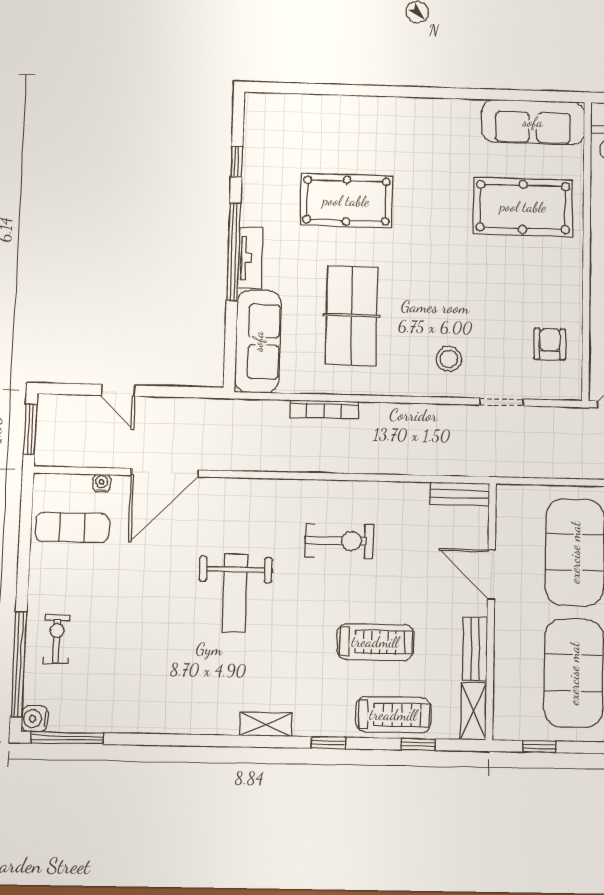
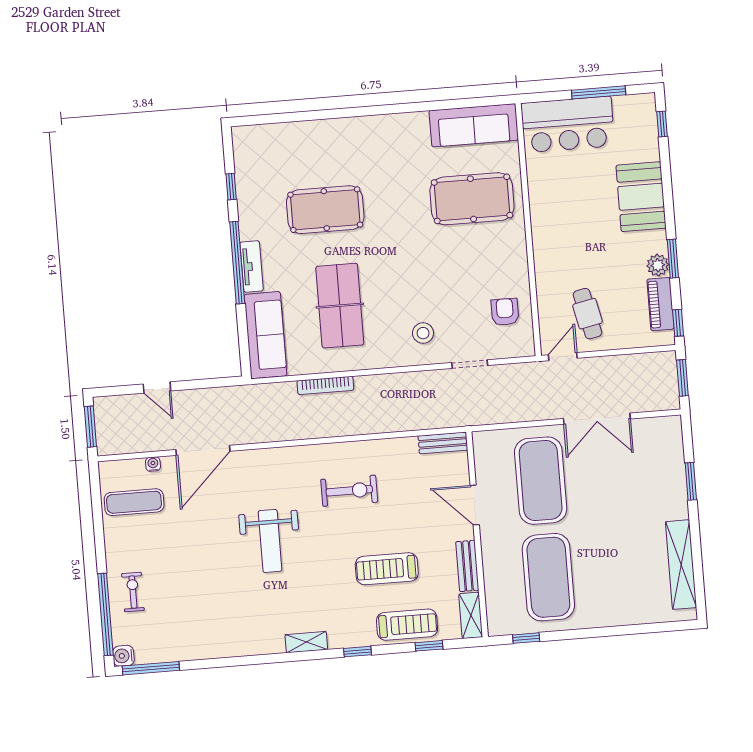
treadmill: (375, 642) -> (387, 569), turned 180

